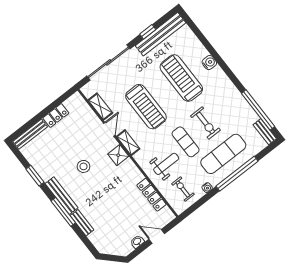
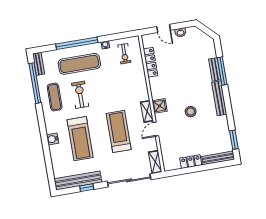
shelving: (100, 106) -> (155, 162), moved
exercise mat: (186, 142) -> (55, 97), moved
weight bench: (166, 164) -> (127, 80), removed
window: (35, 176) -> (234, 140), moved
window: (63, 212) -> (222, 71), moved

